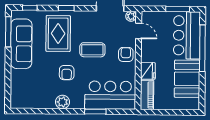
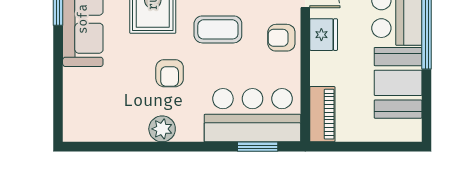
armchair: (126, 54) -> (281, 38), turned -90
fridge: (148, 71) -> (324, 35), moved
window: (95, 112) -> (258, 147), moved

